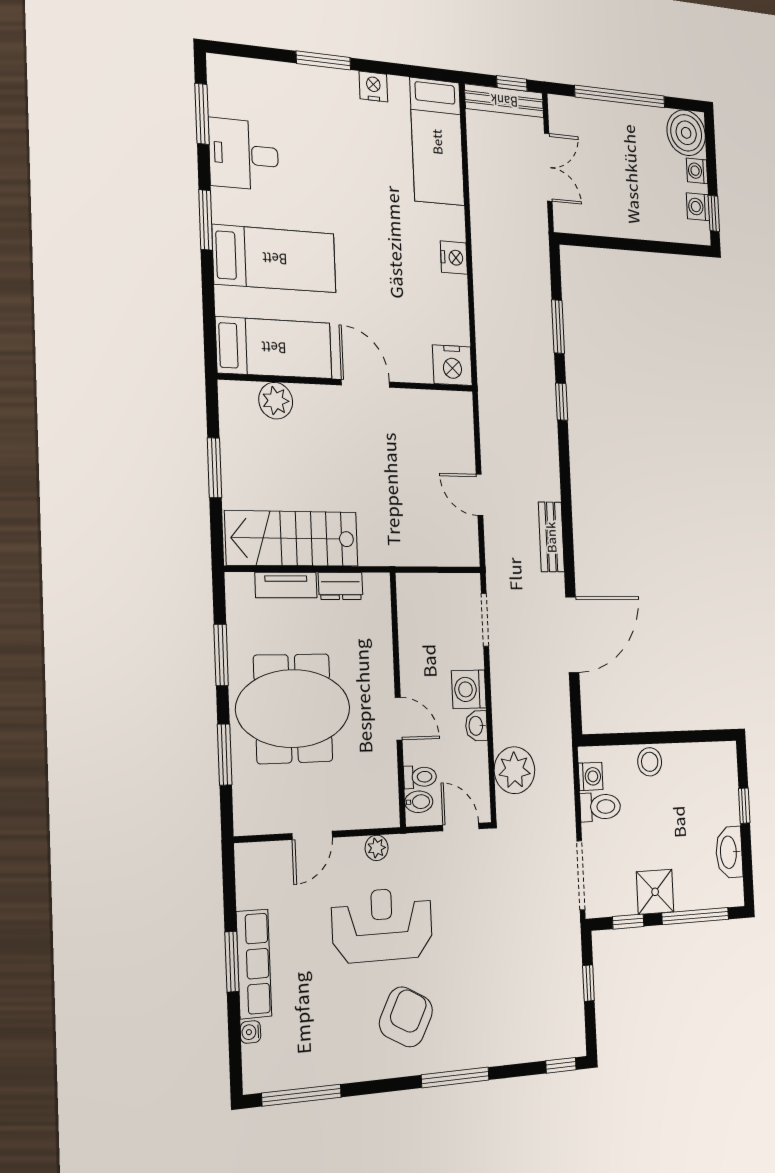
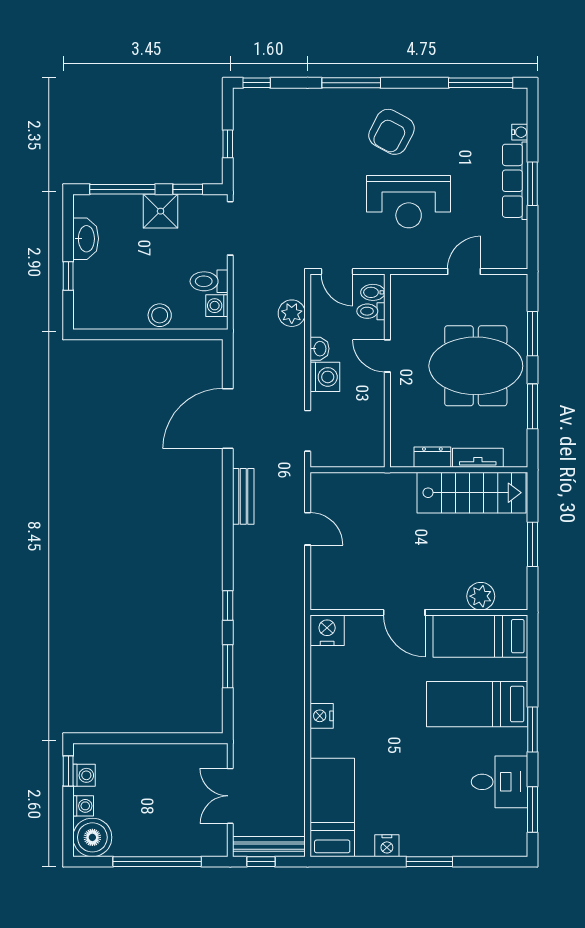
plant: (514, 770) -> (292, 313), width x0.73, depth x0.73
plant: (377, 848) -> (411, 259), removed

